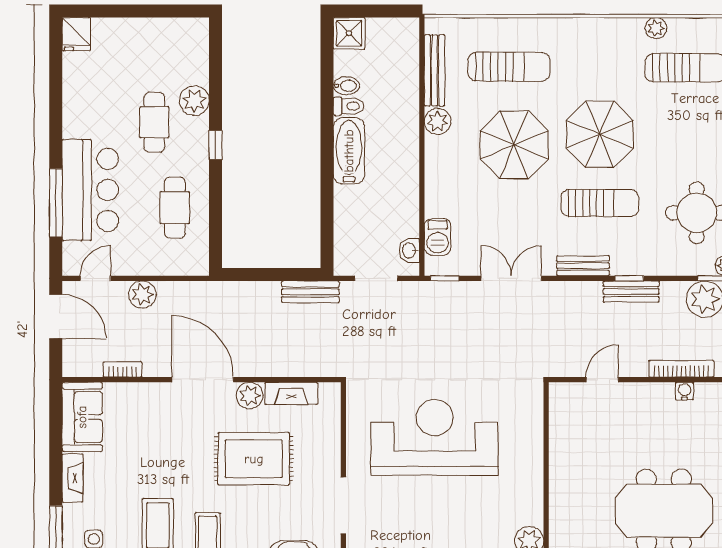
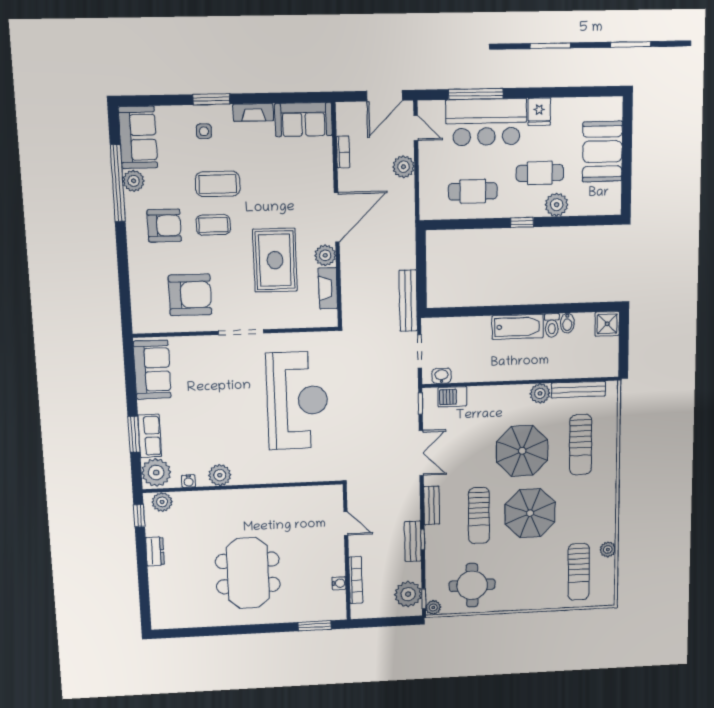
fridge: (76, 34) -> (539, 112), moved, turned -90
booth: (130, 42) -> (602, 152), added
bench: (310, 292) -> (408, 301), width x1.36

